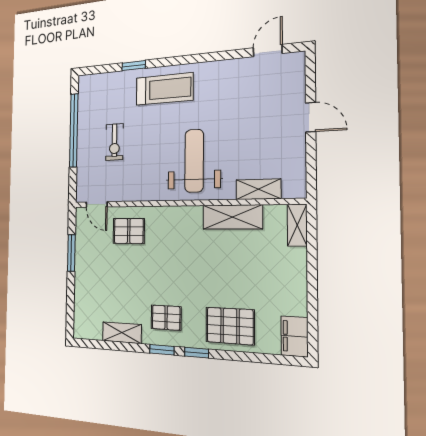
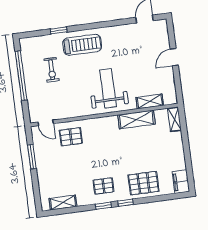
door: (311, 117) -> (174, 57), swing flipped
exercise bike: (114, 142) -> (52, 70), moved
shelving: (122, 333) -> (63, 203), moved

